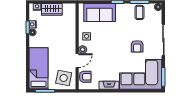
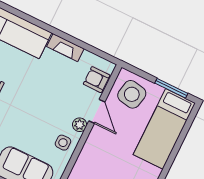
door: (77, 61) -> (97, 111), swing flipped

